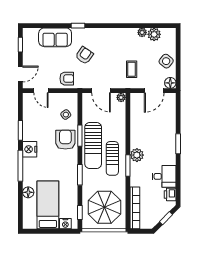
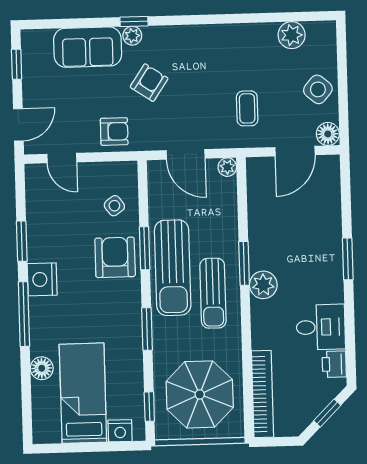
plant: (142, 32) -> (132, 36), moved
window: (128, 166) -> (244, 263), moved

